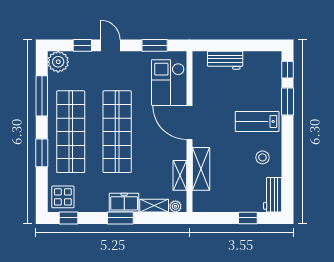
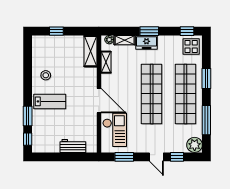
shelving: (201, 169) -> (90, 51), moved
workbench: (273, 195) -> (38, 48), removed

